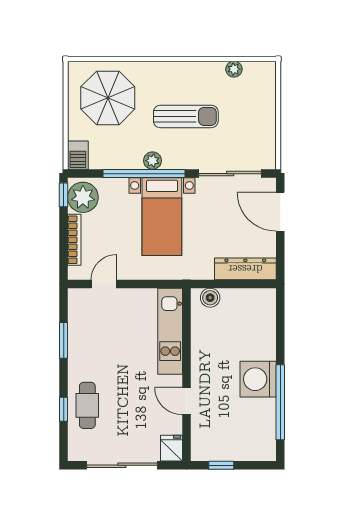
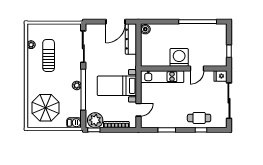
sun lounger: (186, 116) -> (49, 55), moved
door: (280, 212) -> (115, 22), moved
bed with nightstands: (162, 217) -> (117, 86), moved, turned 180
door: (104, 284) -> (138, 110), swing flipped
boiler: (210, 298) -> (145, 29), moved
washing machine: (258, 379) -> (179, 57), moved, turned 180

